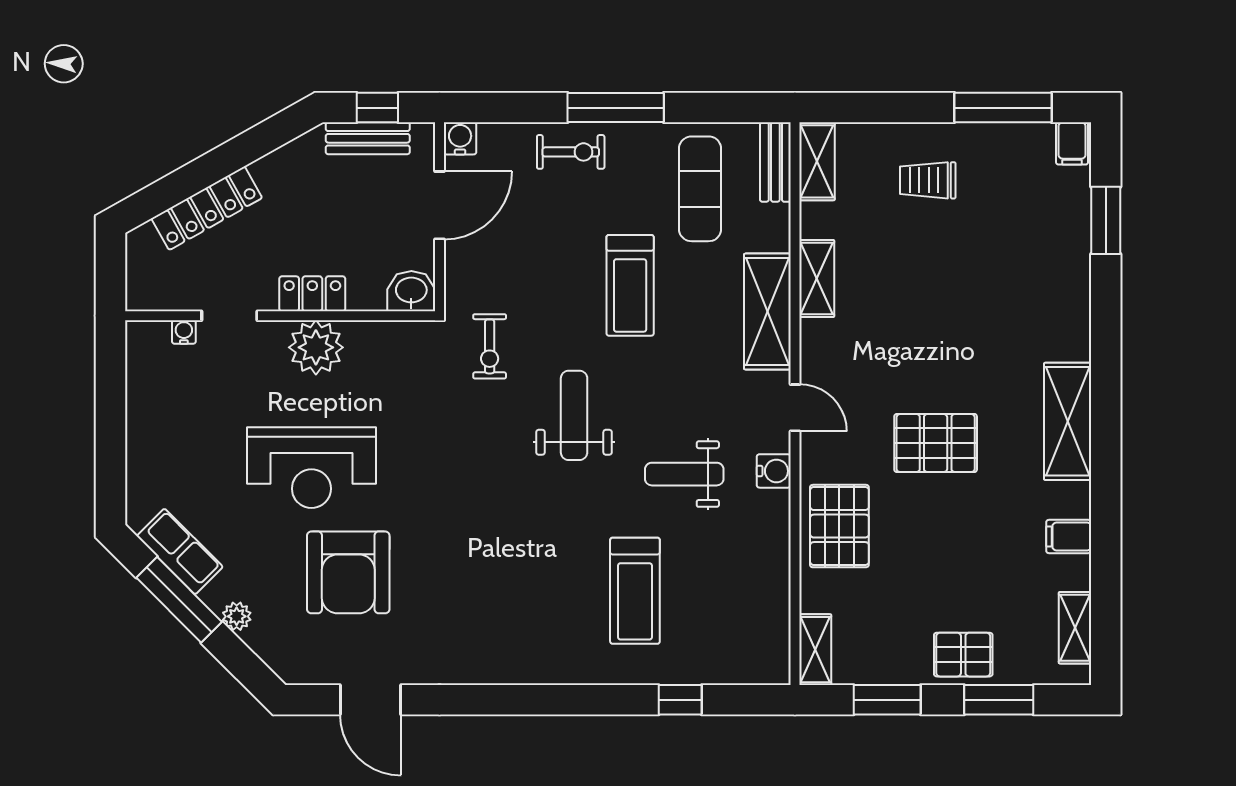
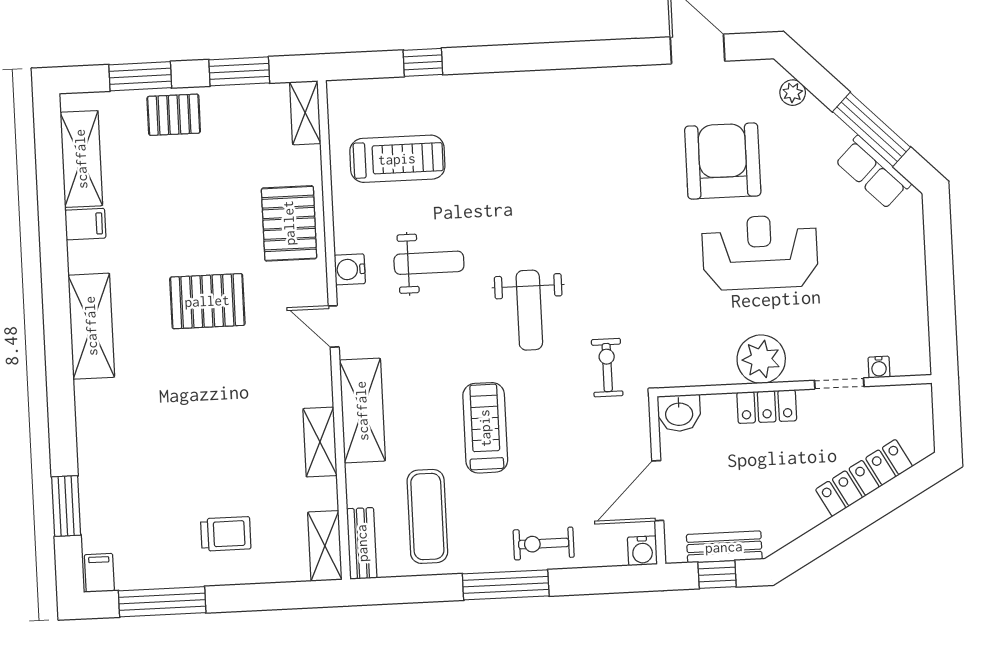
treadmill: (635, 591) -> (397, 159), moved, turned 90
plant: (237, 616) -> (793, 93), moved
shelving: (1075, 628) -> (81, 159), width x1.50, depth x1.33

